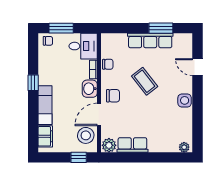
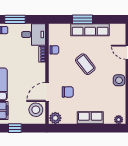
window: (161, 28) -> (82, 19), moved
washbasin: (90, 89) -> (39, 70), removed
chair: (113, 96) -> (68, 92), moved
row of seats: (132, 145) -> (90, 118), moved
window: (79, 157) -> (15, 128), moved

